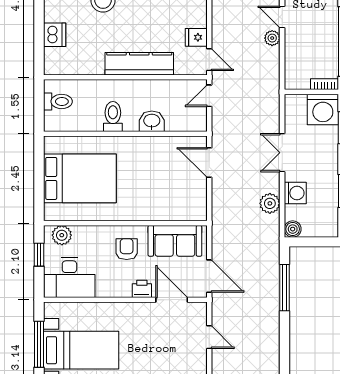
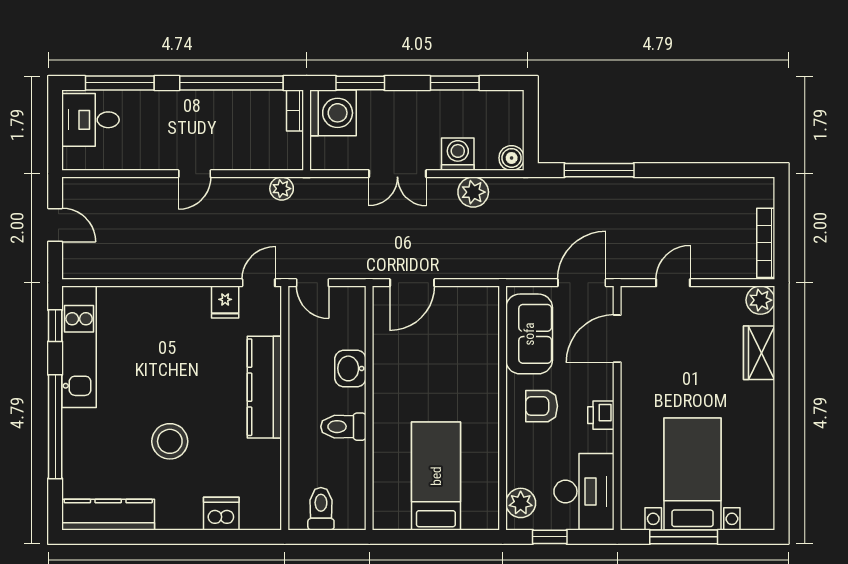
plant: (272, 38) -> (282, 189), moved
bed: (80, 178) -> (436, 476), width x0.67
printer: (142, 289) -> (601, 415), moved

